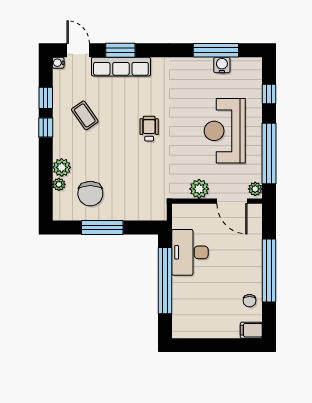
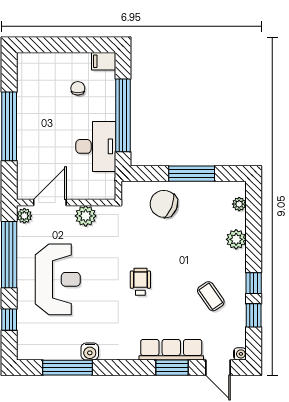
water cooler: (222, 65) -> (90, 351), moved
wheelchair: (149, 129) -> (140, 282), turned 180
plant: (59, 184) -> (239, 204), moved
chair: (90, 194) -> (164, 204), moved, turned -68
door: (232, 201) -> (50, 202), hinge flipped
chair: (250, 301) -> (78, 88), moved
filing cabinet: (251, 330) -> (104, 61), moved, turned 180

